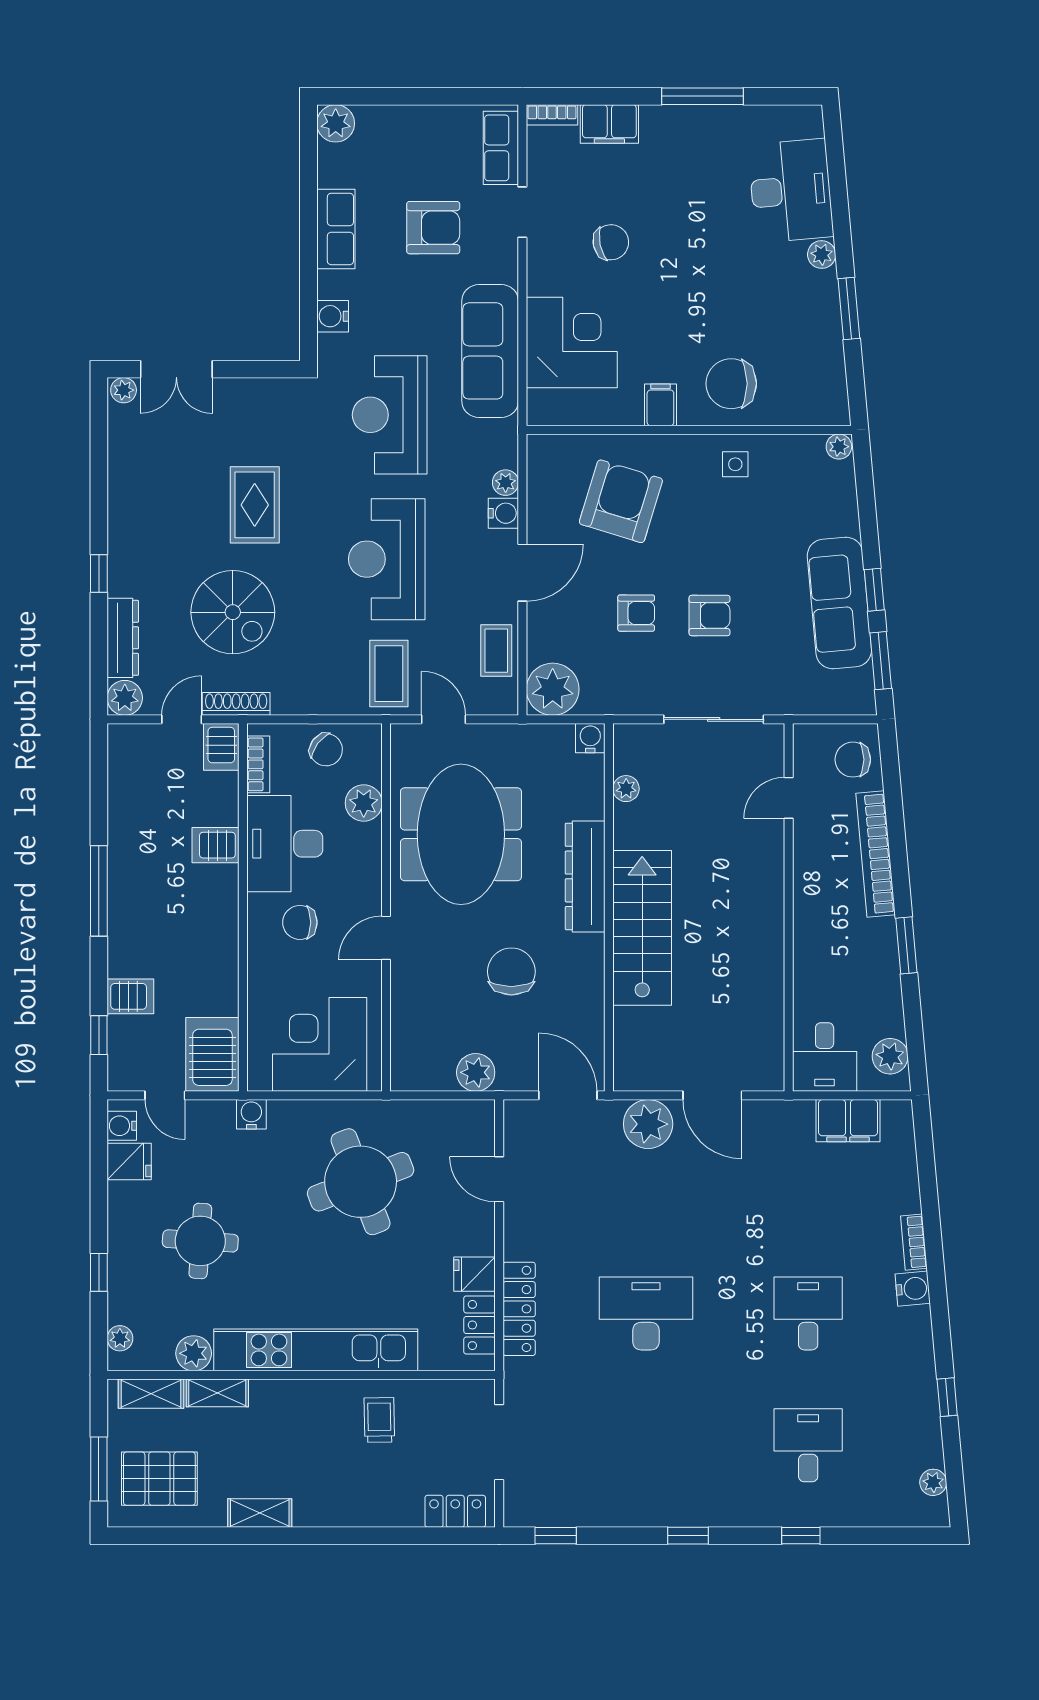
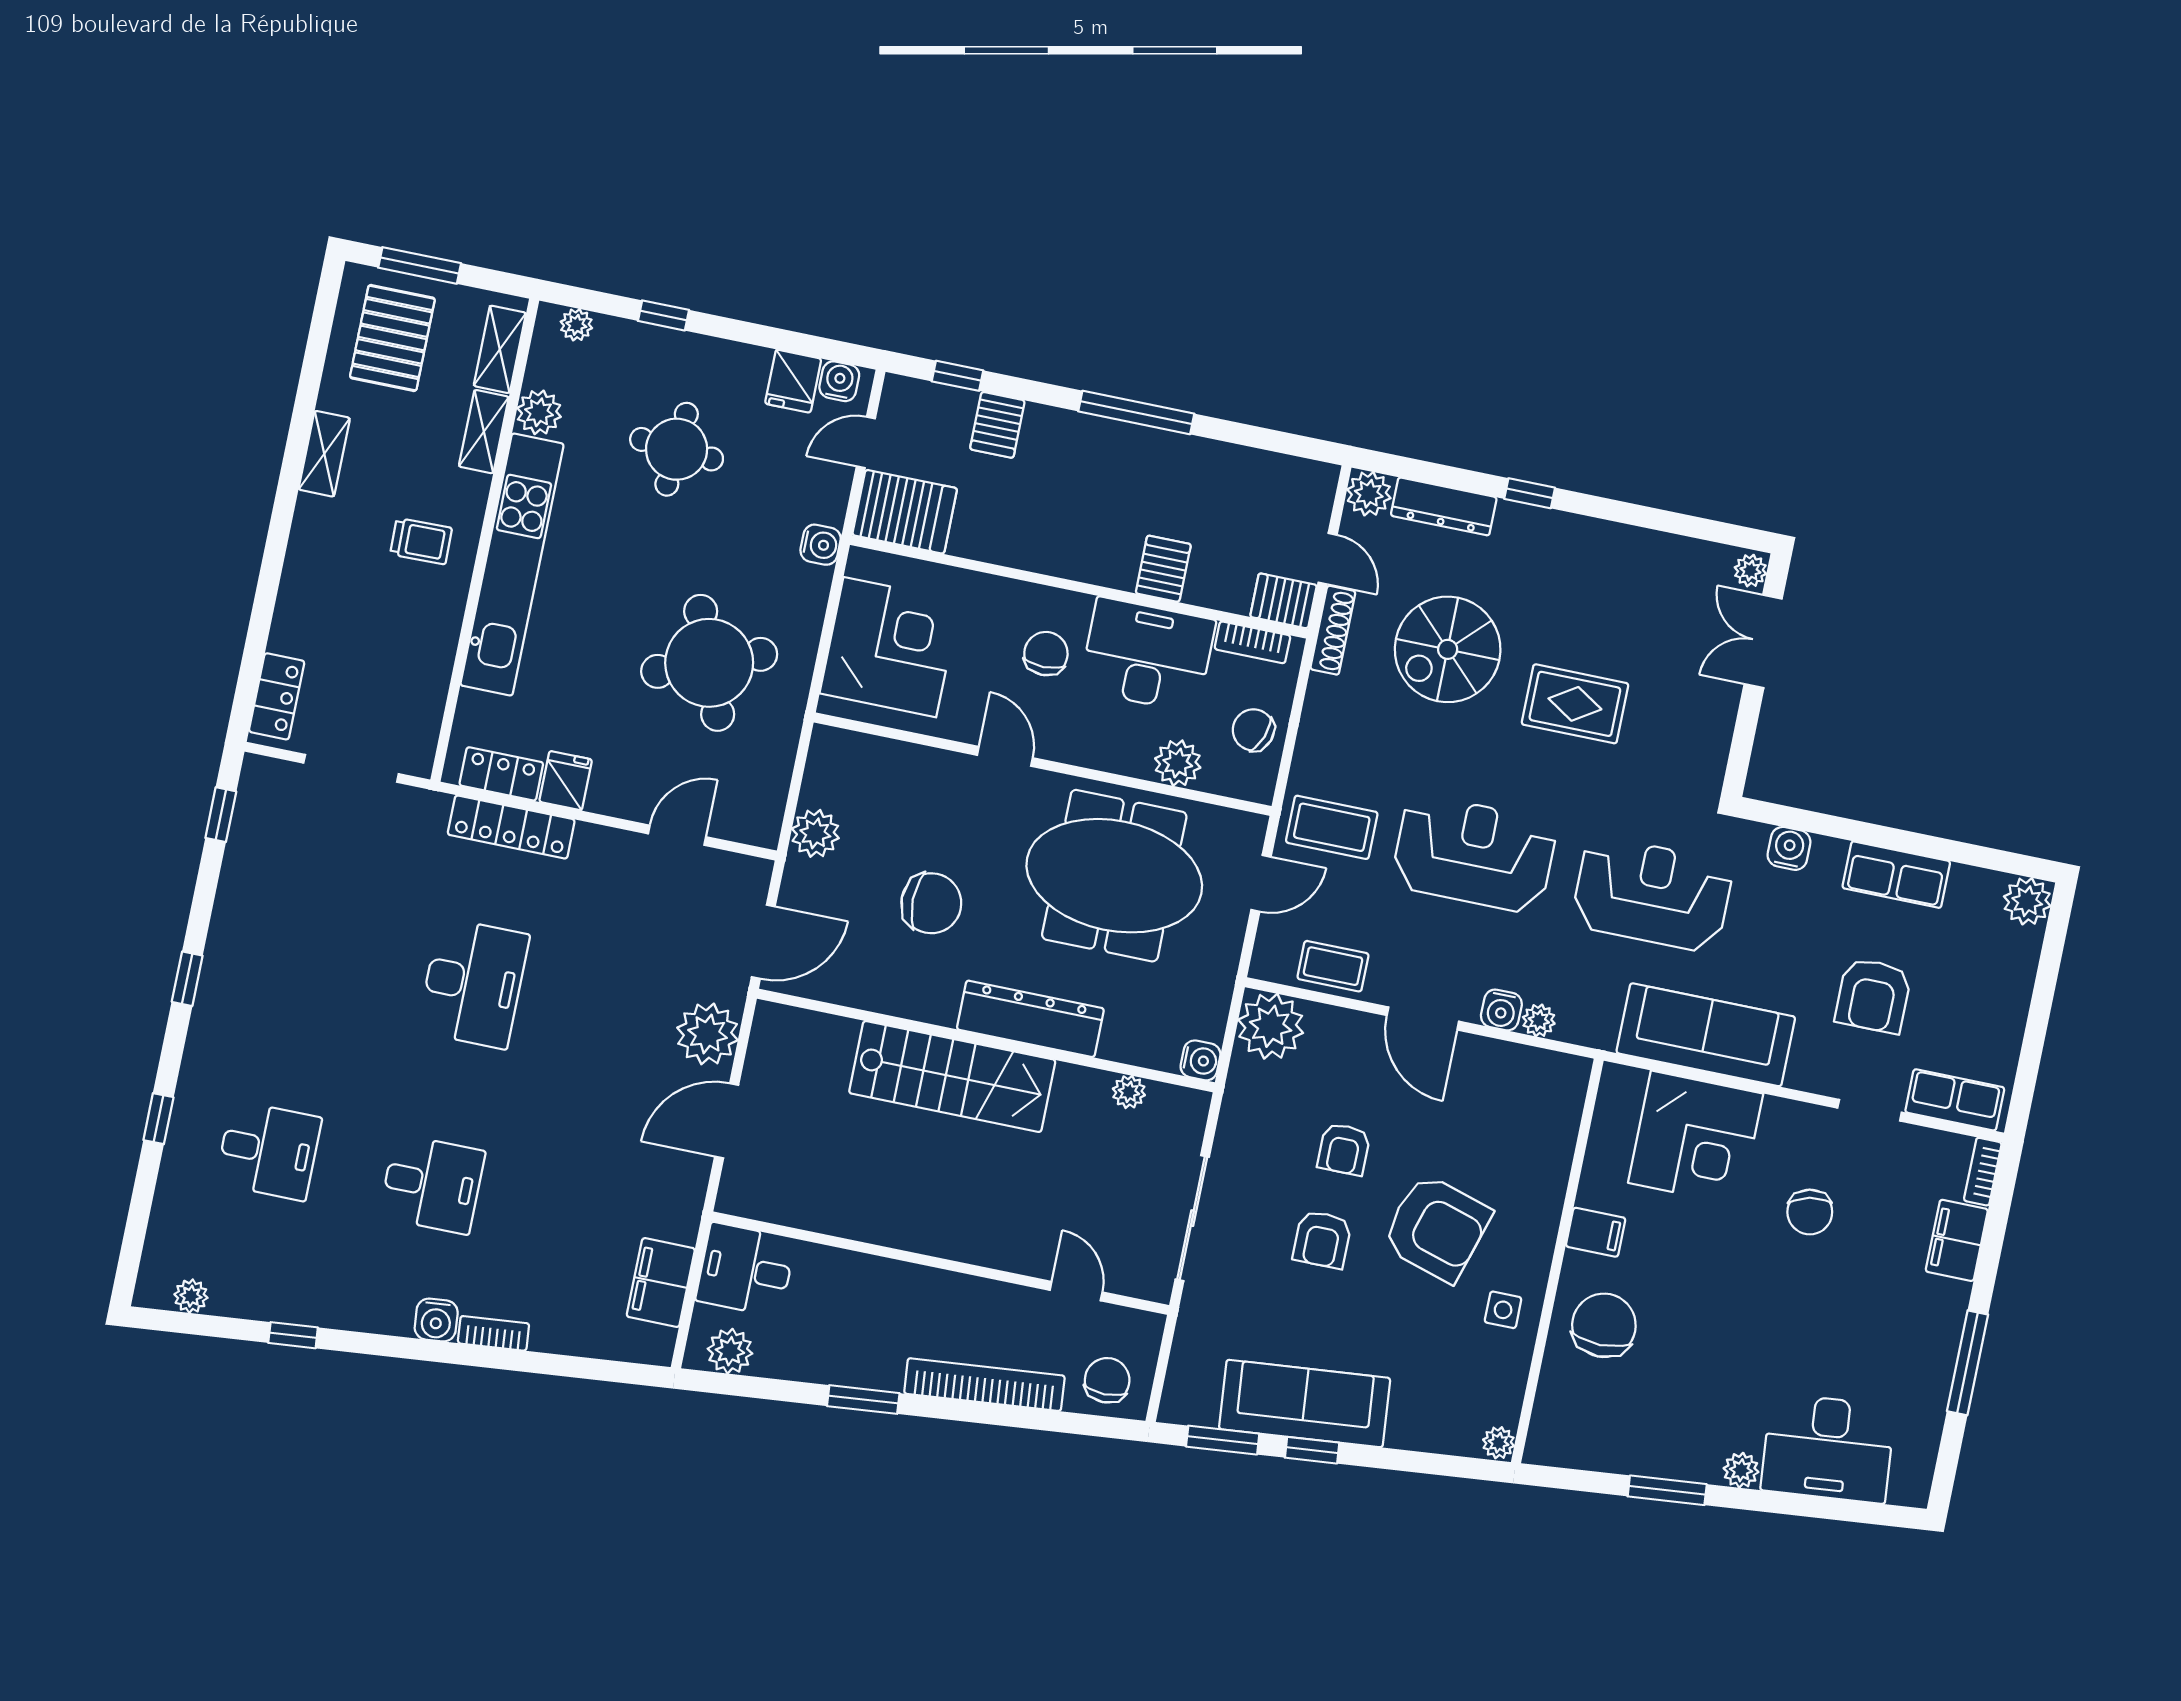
armchair: (621, 501) -> (1437, 1228), moved
chair: (326, 750) -> (1253, 730), turned 73
trolley: (379, 1420) -> (421, 541), moved

